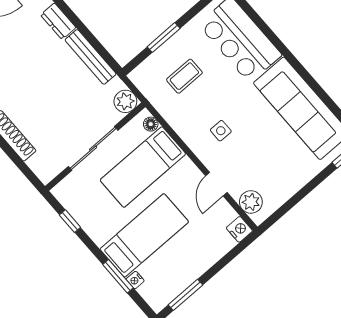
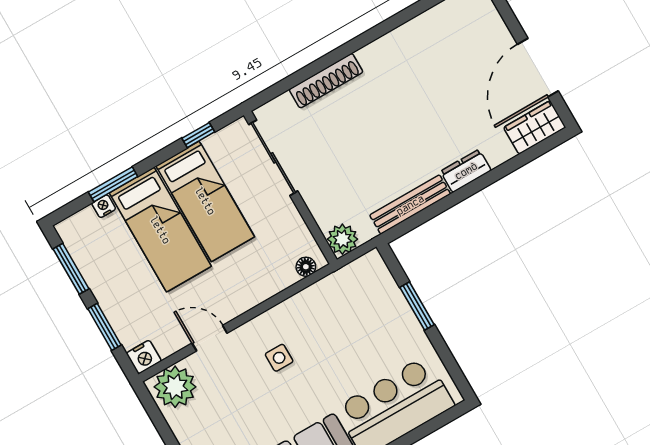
coffee table: (184, 76) -> (361, 324), removed
sliding door: (93, 148) -> (273, 158), moved
bed: (143, 167) -> (205, 201), moved, turned 180
plant: (251, 202) -> (175, 387), width x1.36, depth x1.36
window: (223, 262) -> (105, 327), added

